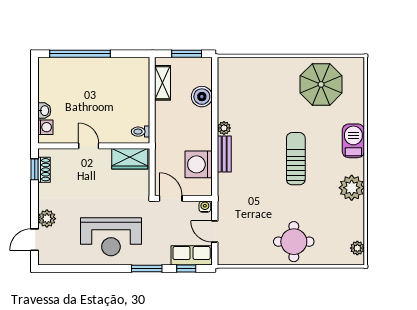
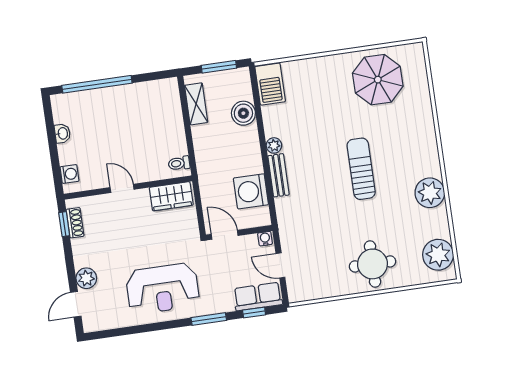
washbasin: (44, 111) -> (62, 133), moved
barbecue: (353, 141) -> (270, 84), moved, turned 180
plant: (357, 248) -> (438, 255), width x1.88, depth x1.88

